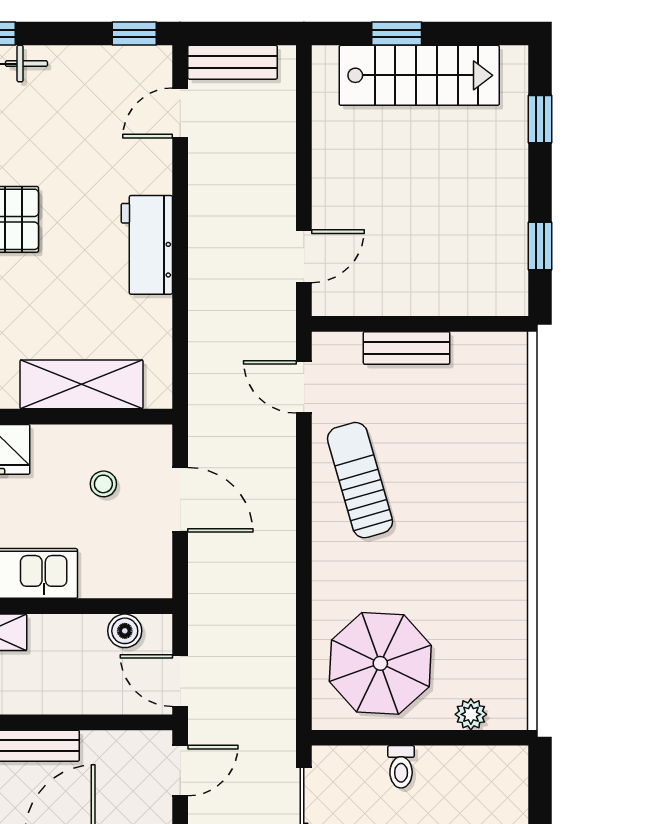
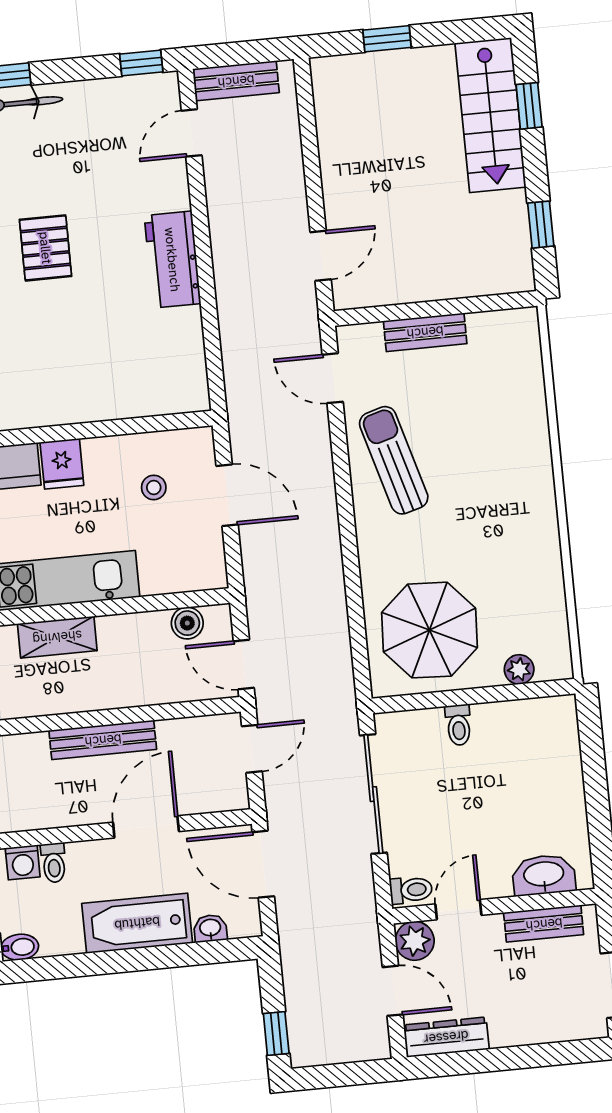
stairs: (419, 75) -> (491, 115), moved, turned 90
shelving: (81, 384) -> (124, 396), removed

